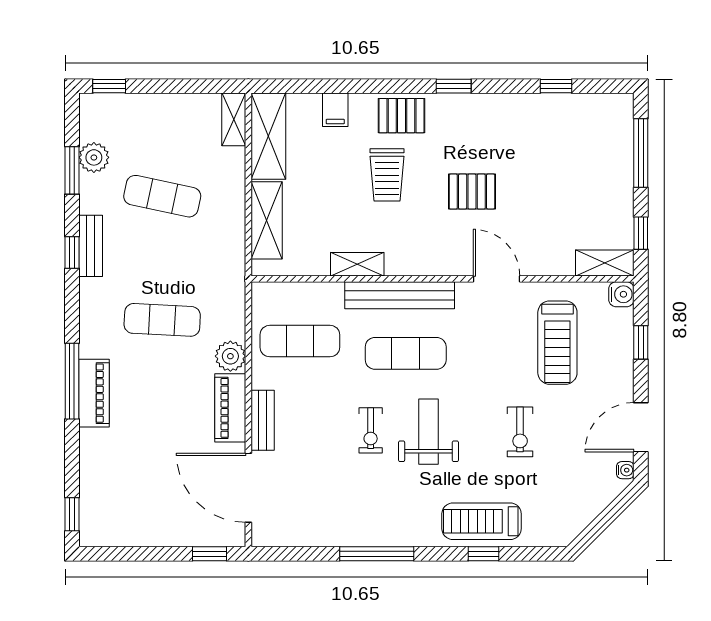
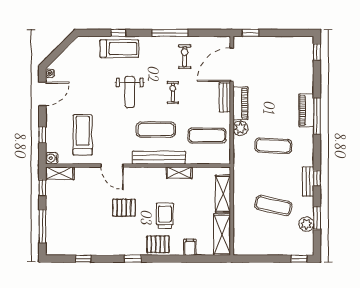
shelving: (234, 119) -> (239, 243), removed
weight bench: (428, 432) -> (130, 92), moved
exercise bike: (520, 432) -> (185, 57), moved
door: (248, 488) -> (232, 65), swing flipped

